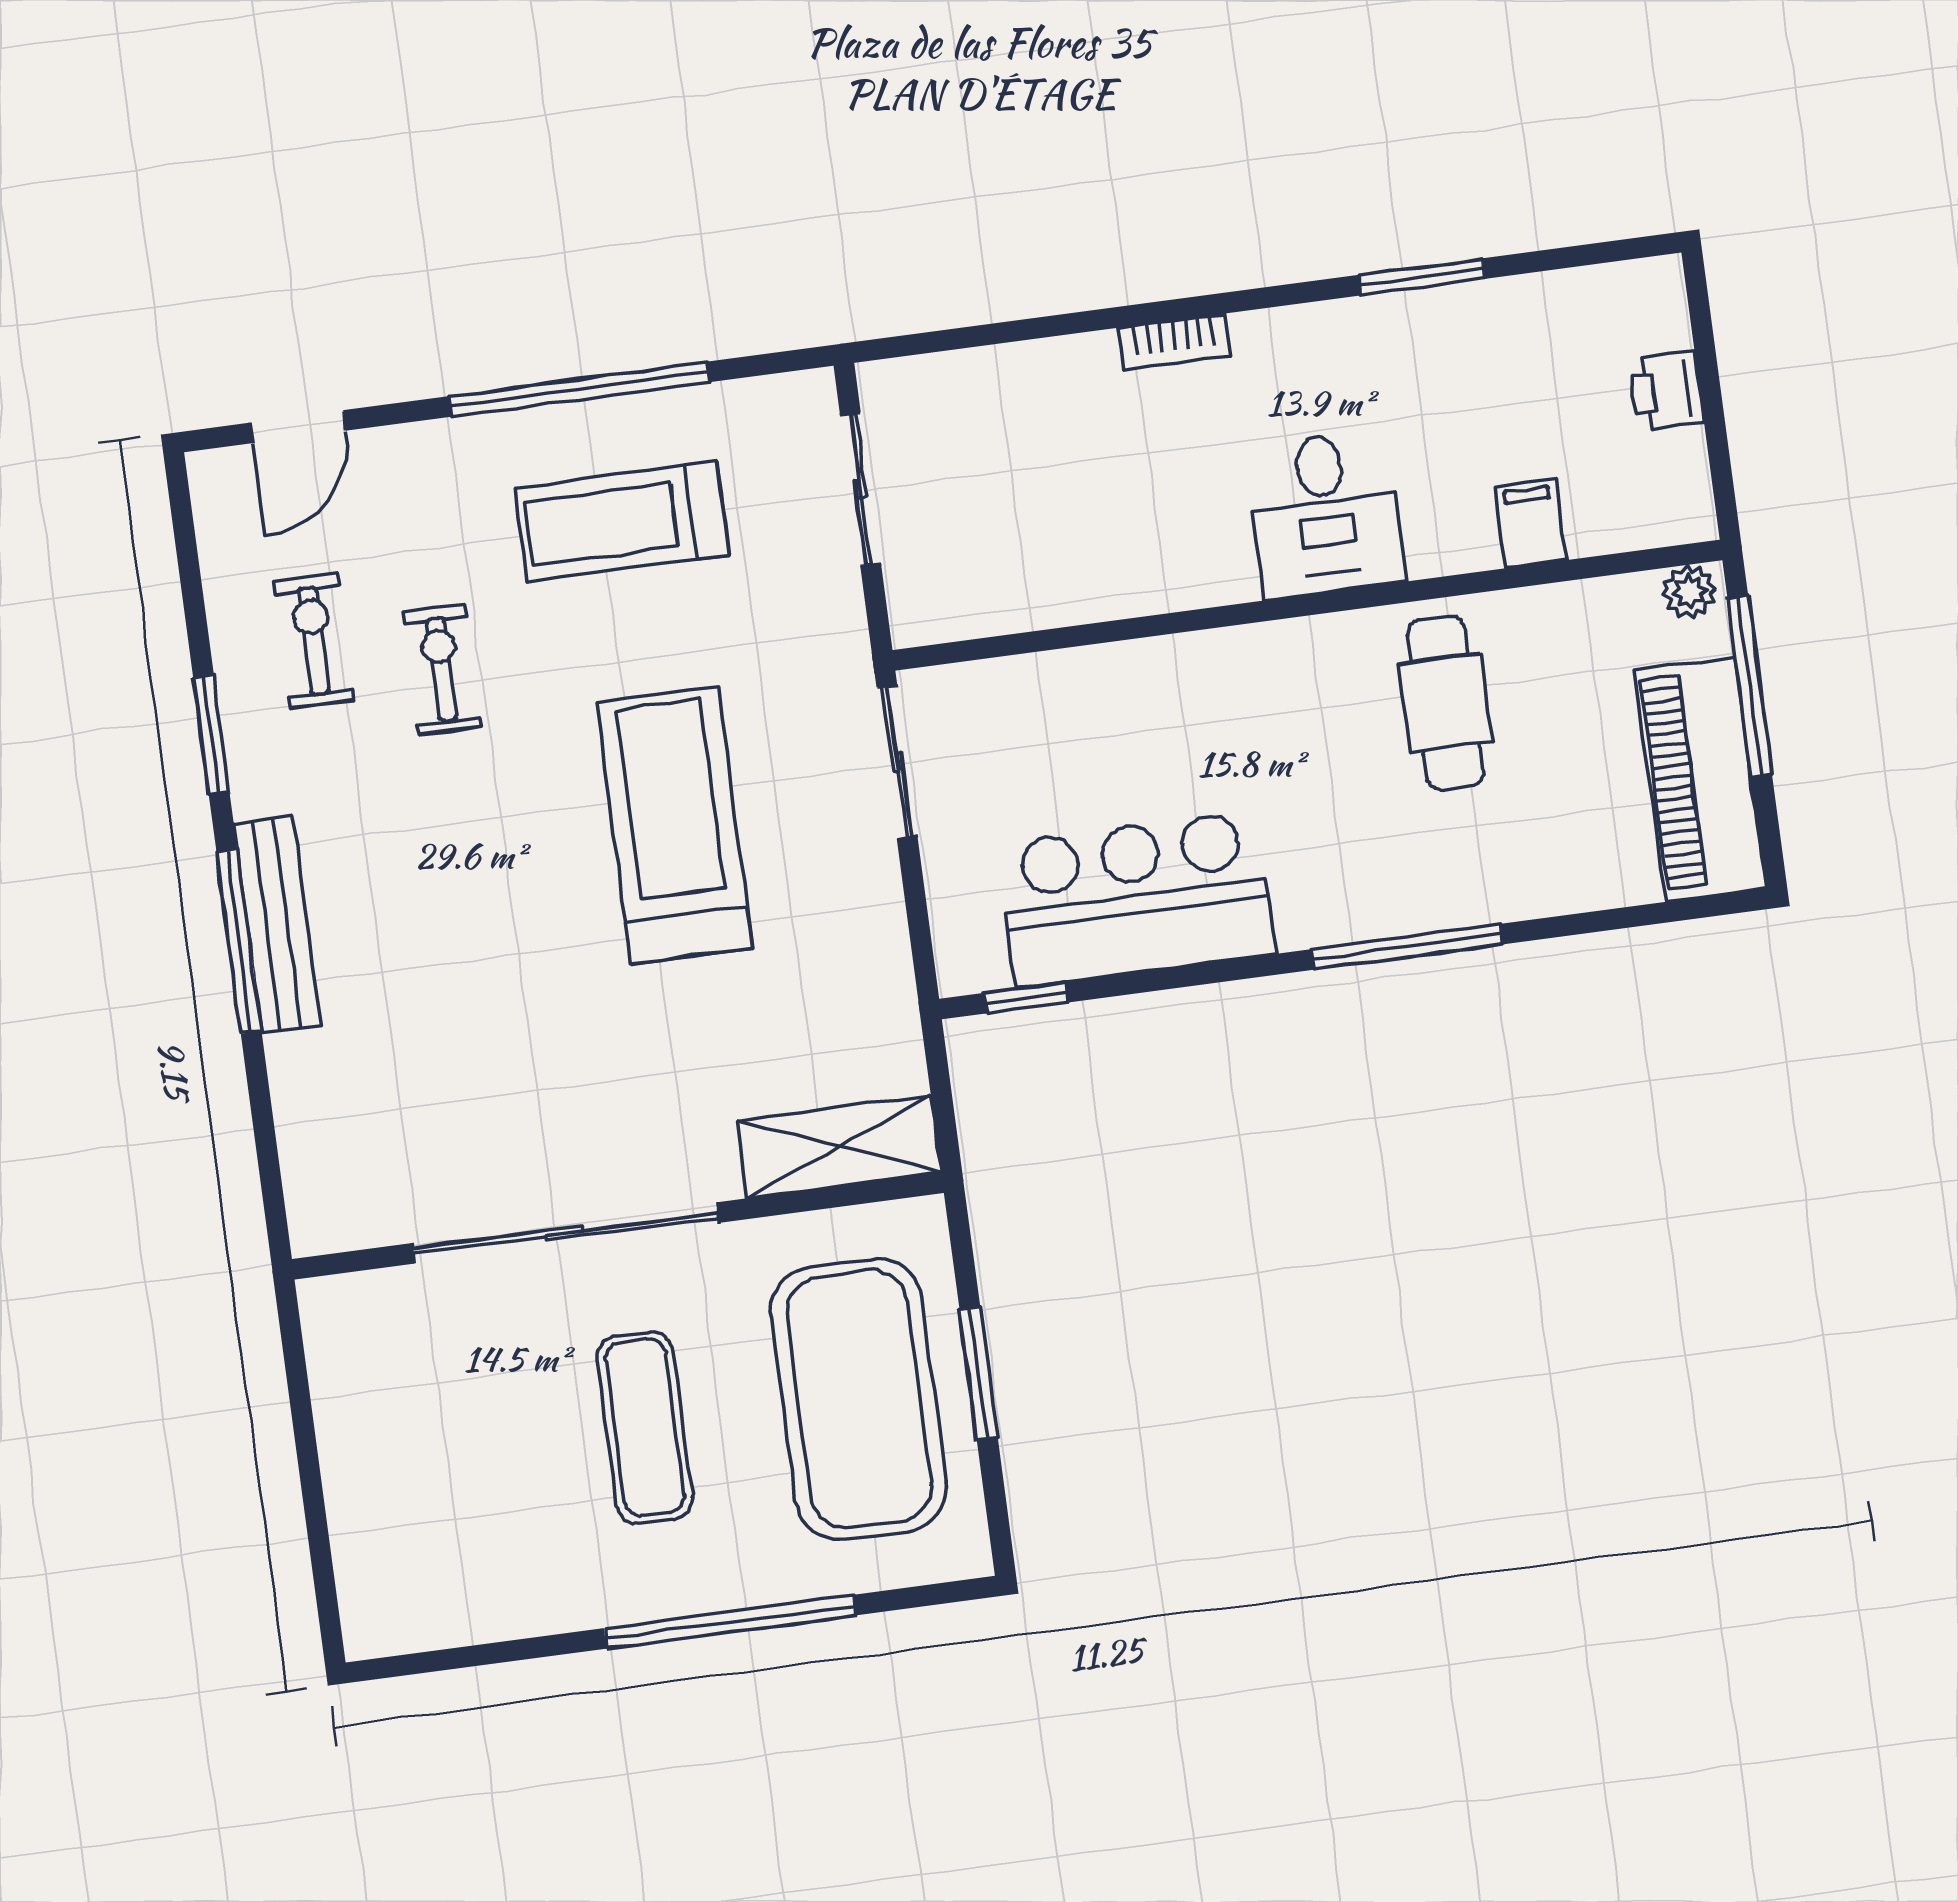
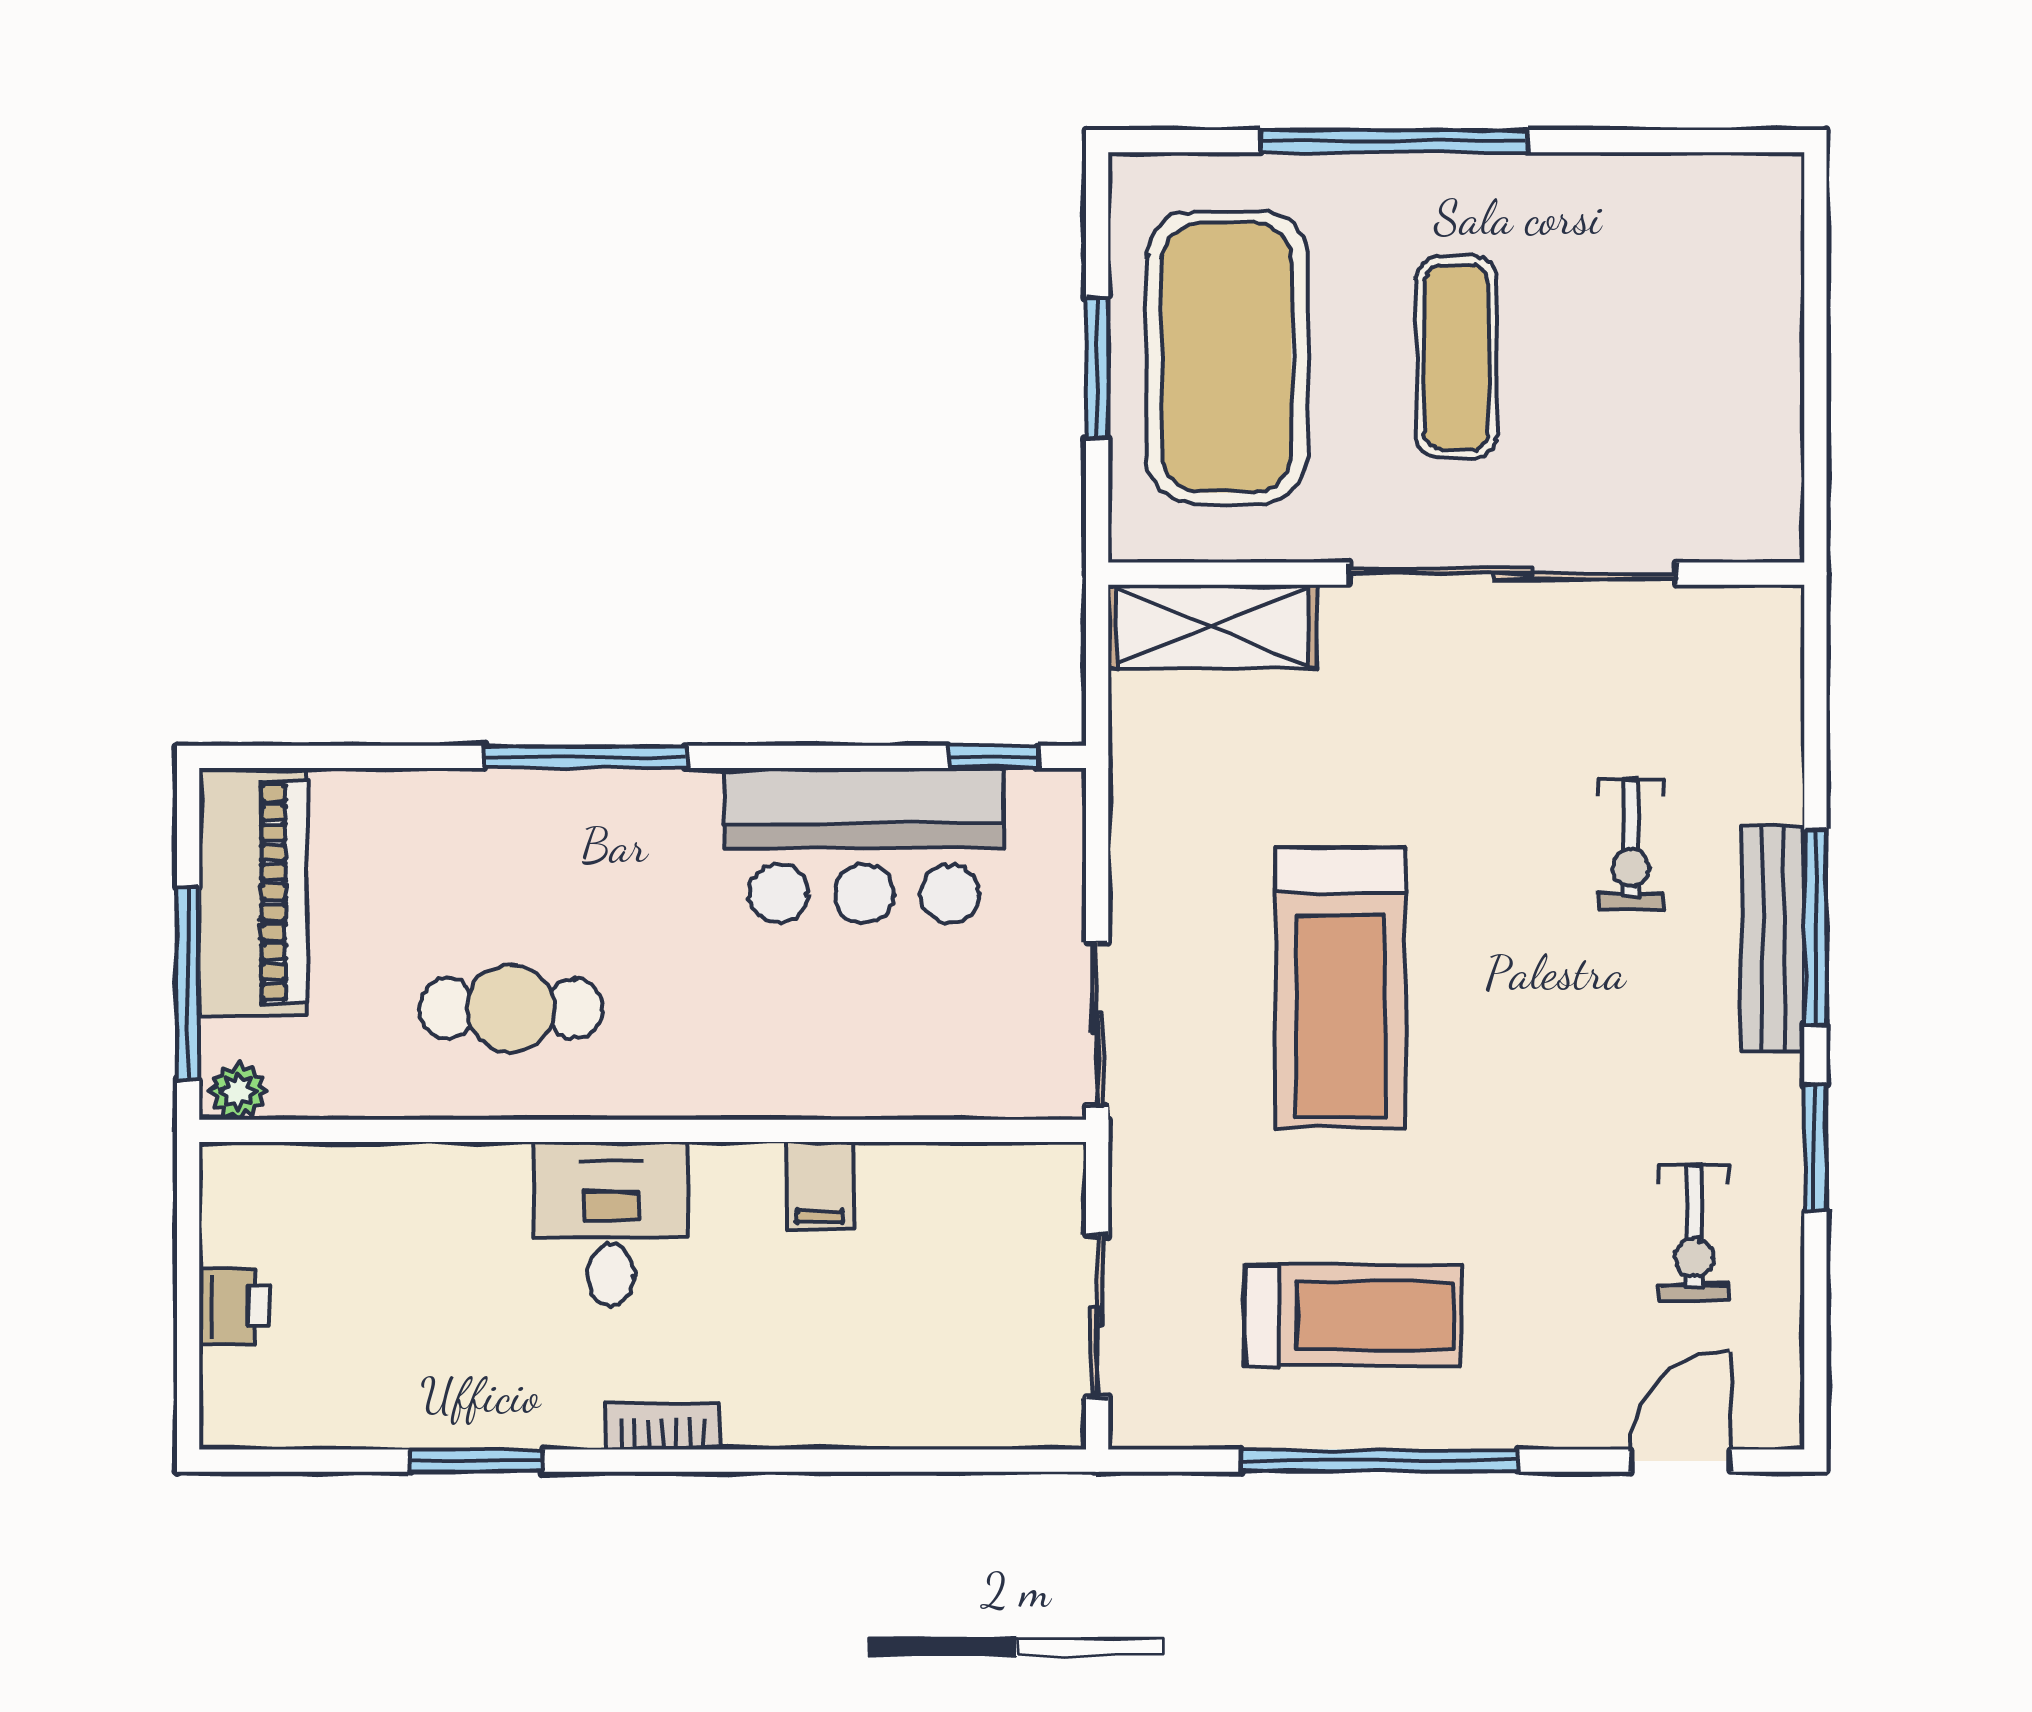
bookcase: (1175, 342) -> (663, 1427), moved
filing cabinet: (1530, 523) -> (820, 1186), moved
exercise bike: (442, 670) -> (1631, 844), moved
cafe table: (1445, 703) -> (511, 1009), turned 90

